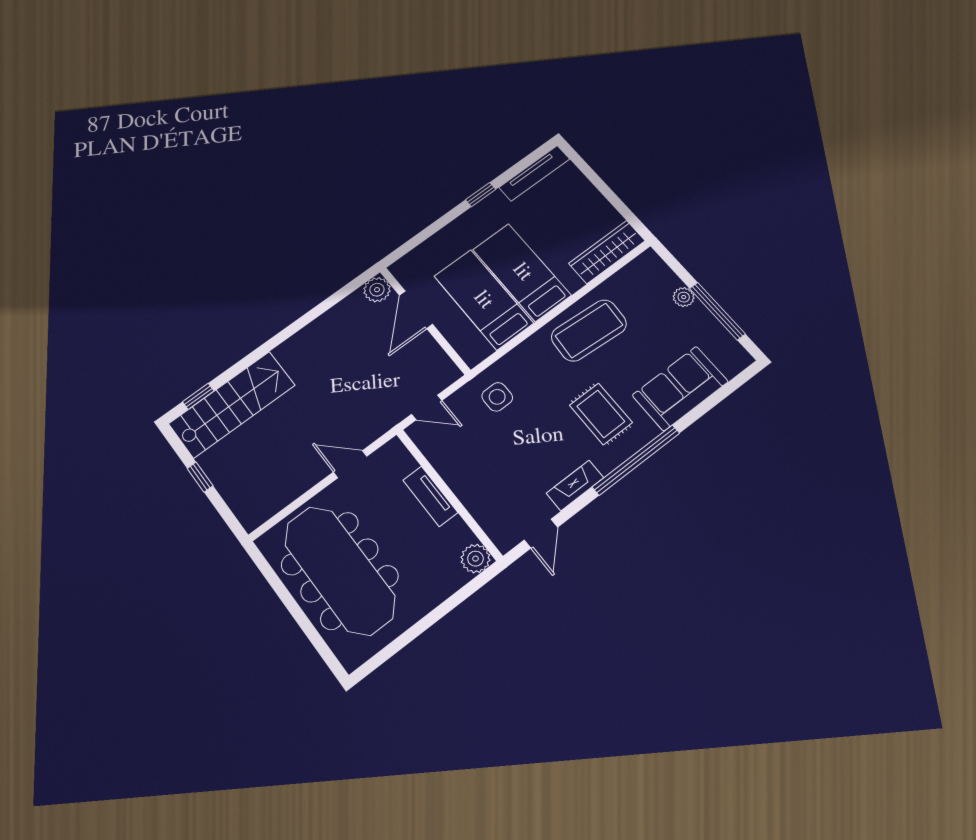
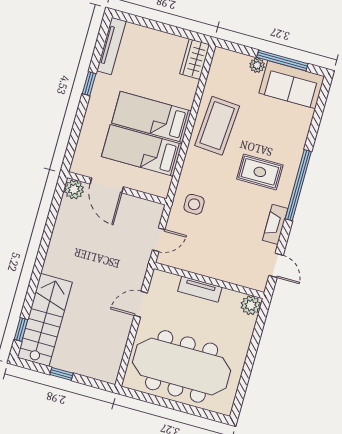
wardrobe: (607, 252) -> (195, 59), width x0.67
sofa: (680, 388) -> (292, 85), moved, turned -90

